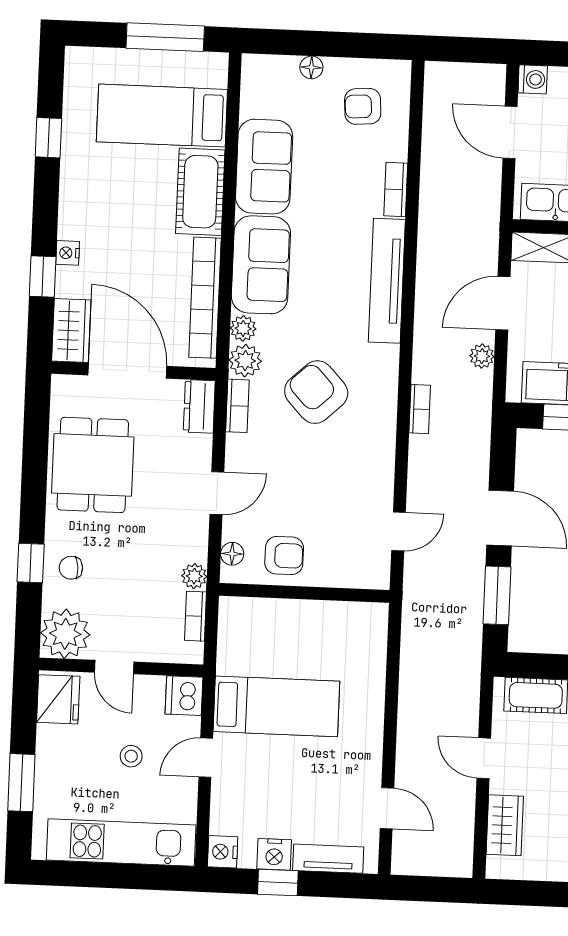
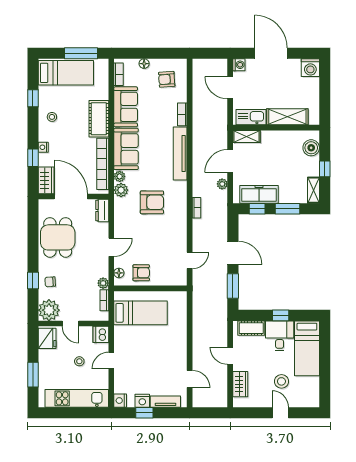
bed: (162, 116) -> (66, 73), moved, turned 180
stool: (91, 183) -> (52, 117), added
armchair: (316, 392) -> (152, 202), turned 133
bookcase: (237, 406) -> (119, 74), moved
bed: (276, 706) -> (141, 313), moved

